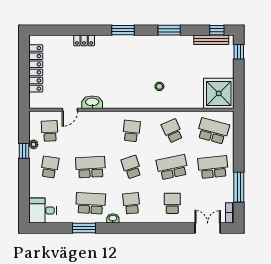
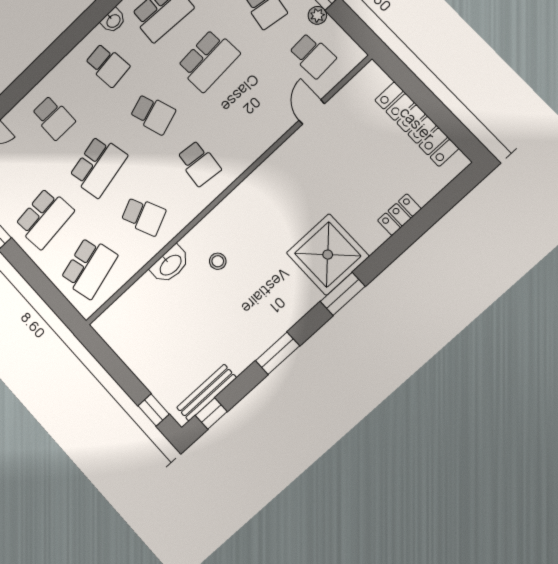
locker: (84, 40) -> (399, 215), moved
shower: (219, 93) -> (328, 255), moved
washbasin: (92, 102) -> (170, 265), moved
school desk: (213, 131) -> (89, 268), turned -30

